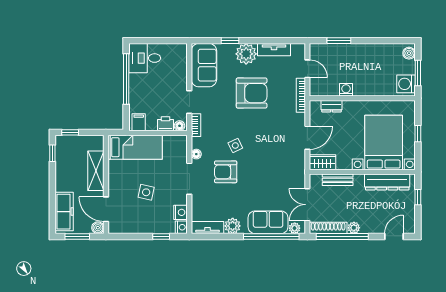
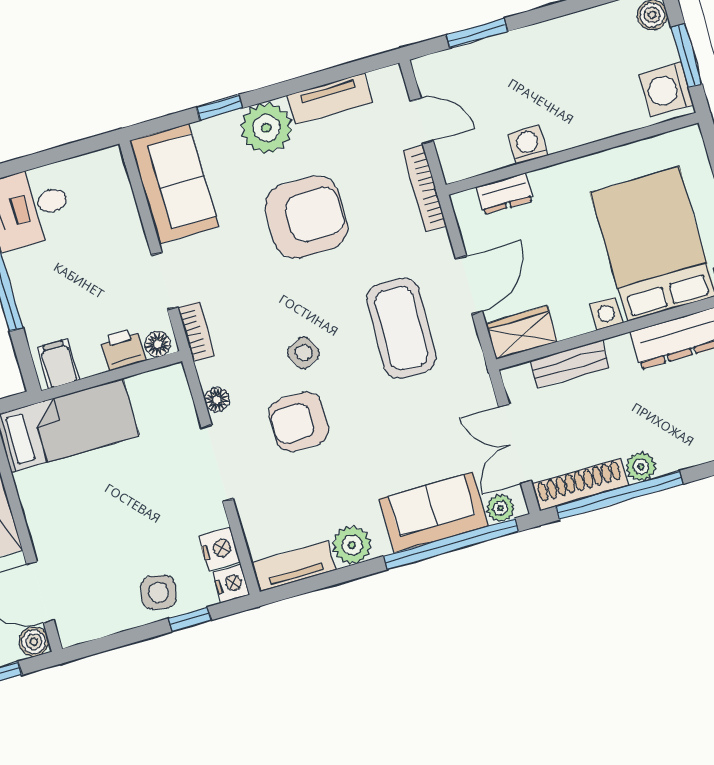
coffee table: (276, 147) -> (401, 328), added
side table: (146, 192) -> (159, 592), moved

